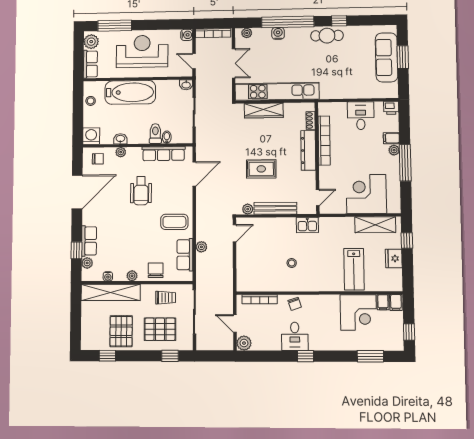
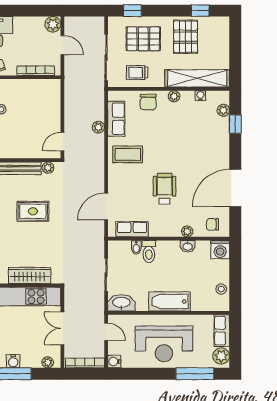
washbasin: (186, 85) -> (121, 303), width x1.91, depth x1.45
bathtub: (130, 92) -> (169, 301), width x0.73, depth x0.73
row of seats: (164, 154) -> (132, 229), width x0.68
row of seats: (89, 241) -> (221, 134), removed

